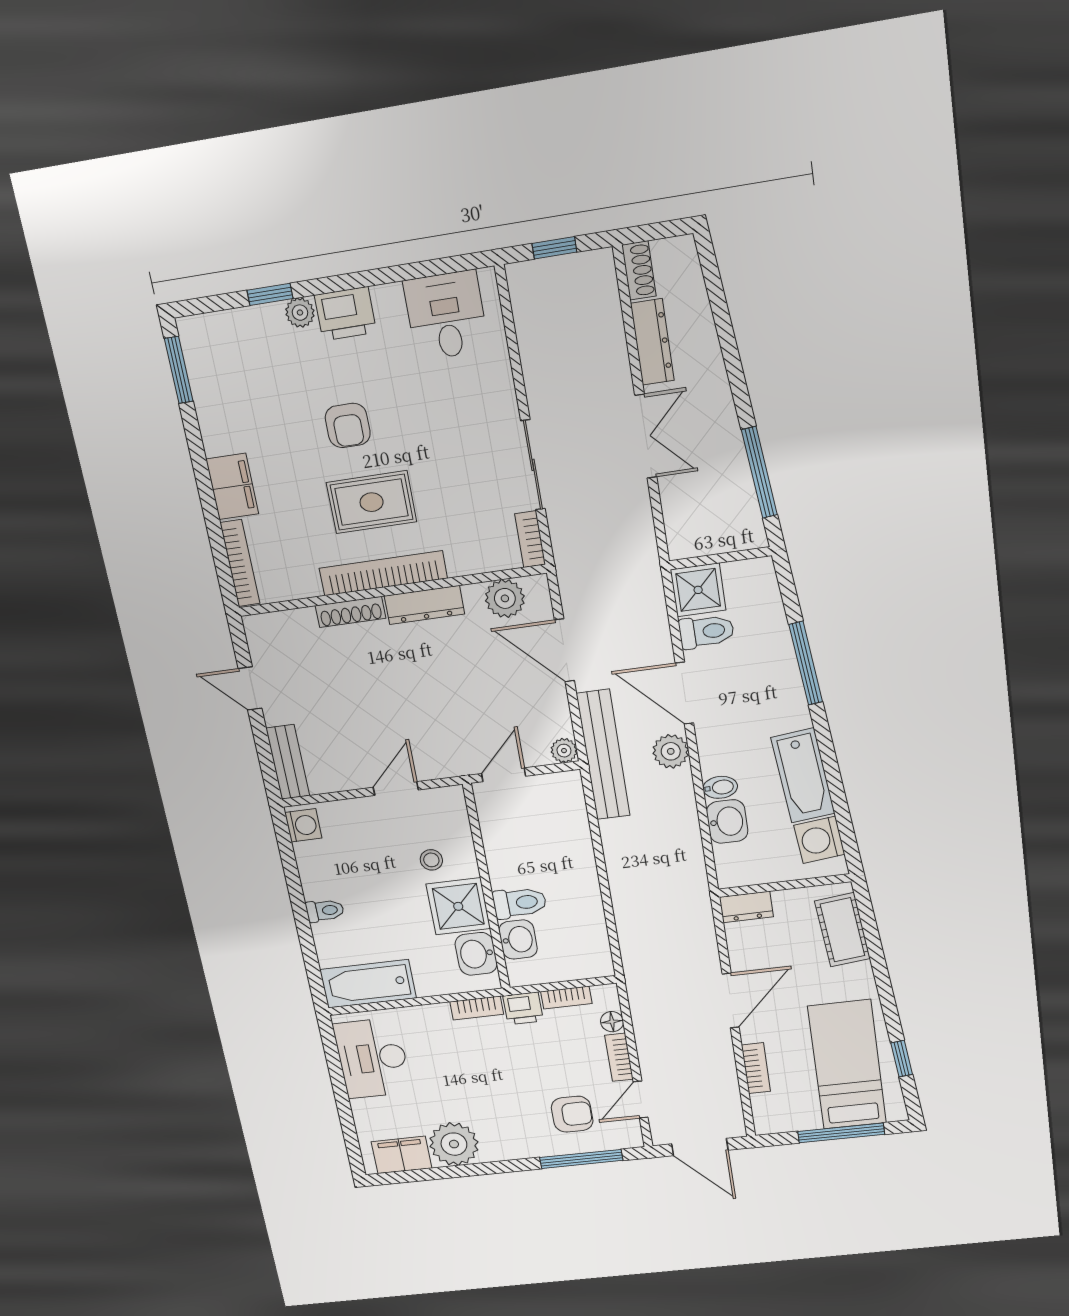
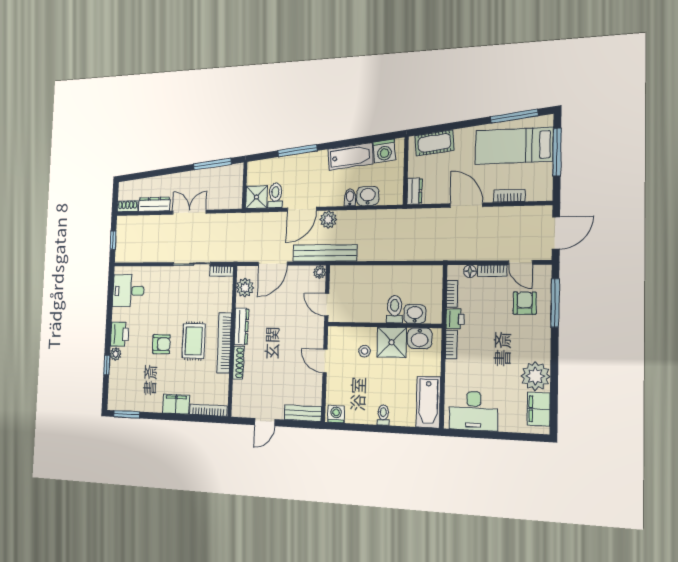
window: (902, 1059) -> (514, 116), width x2.17

